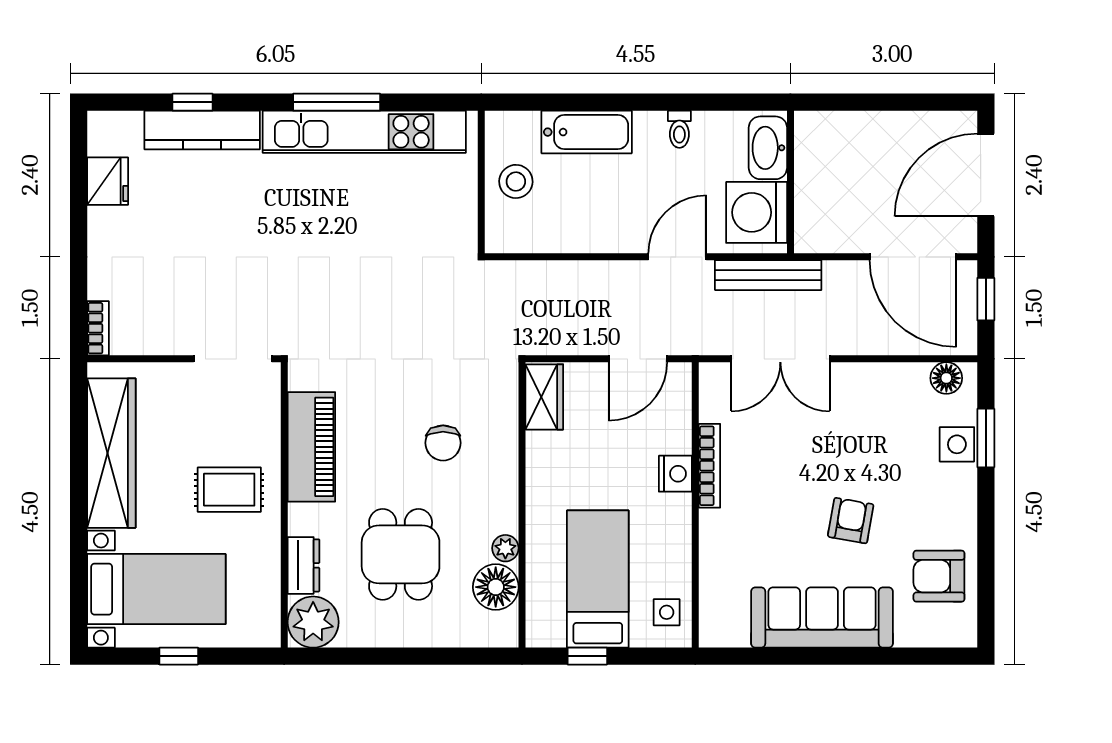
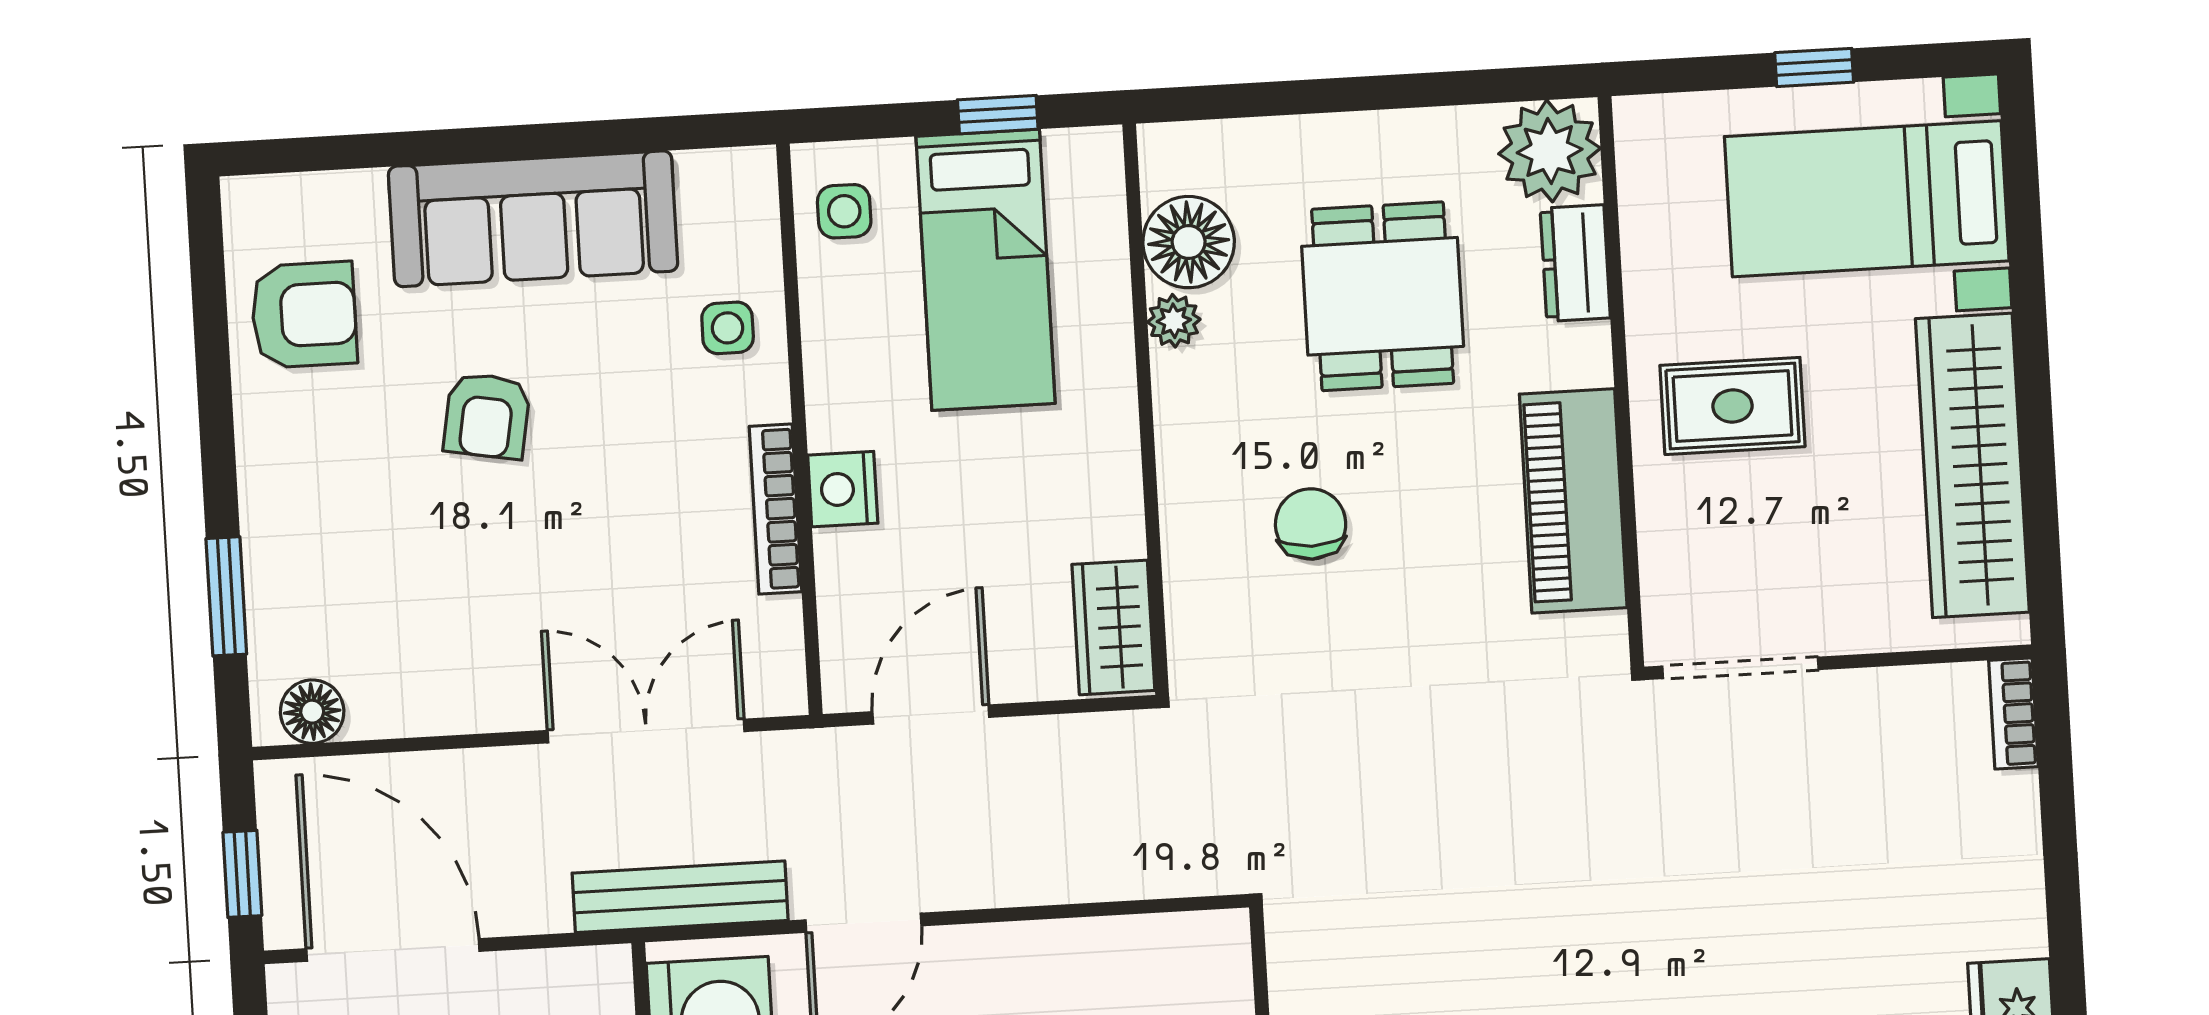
side table: (957, 444) -> (728, 328), moved, width x0.73, depth x0.73

